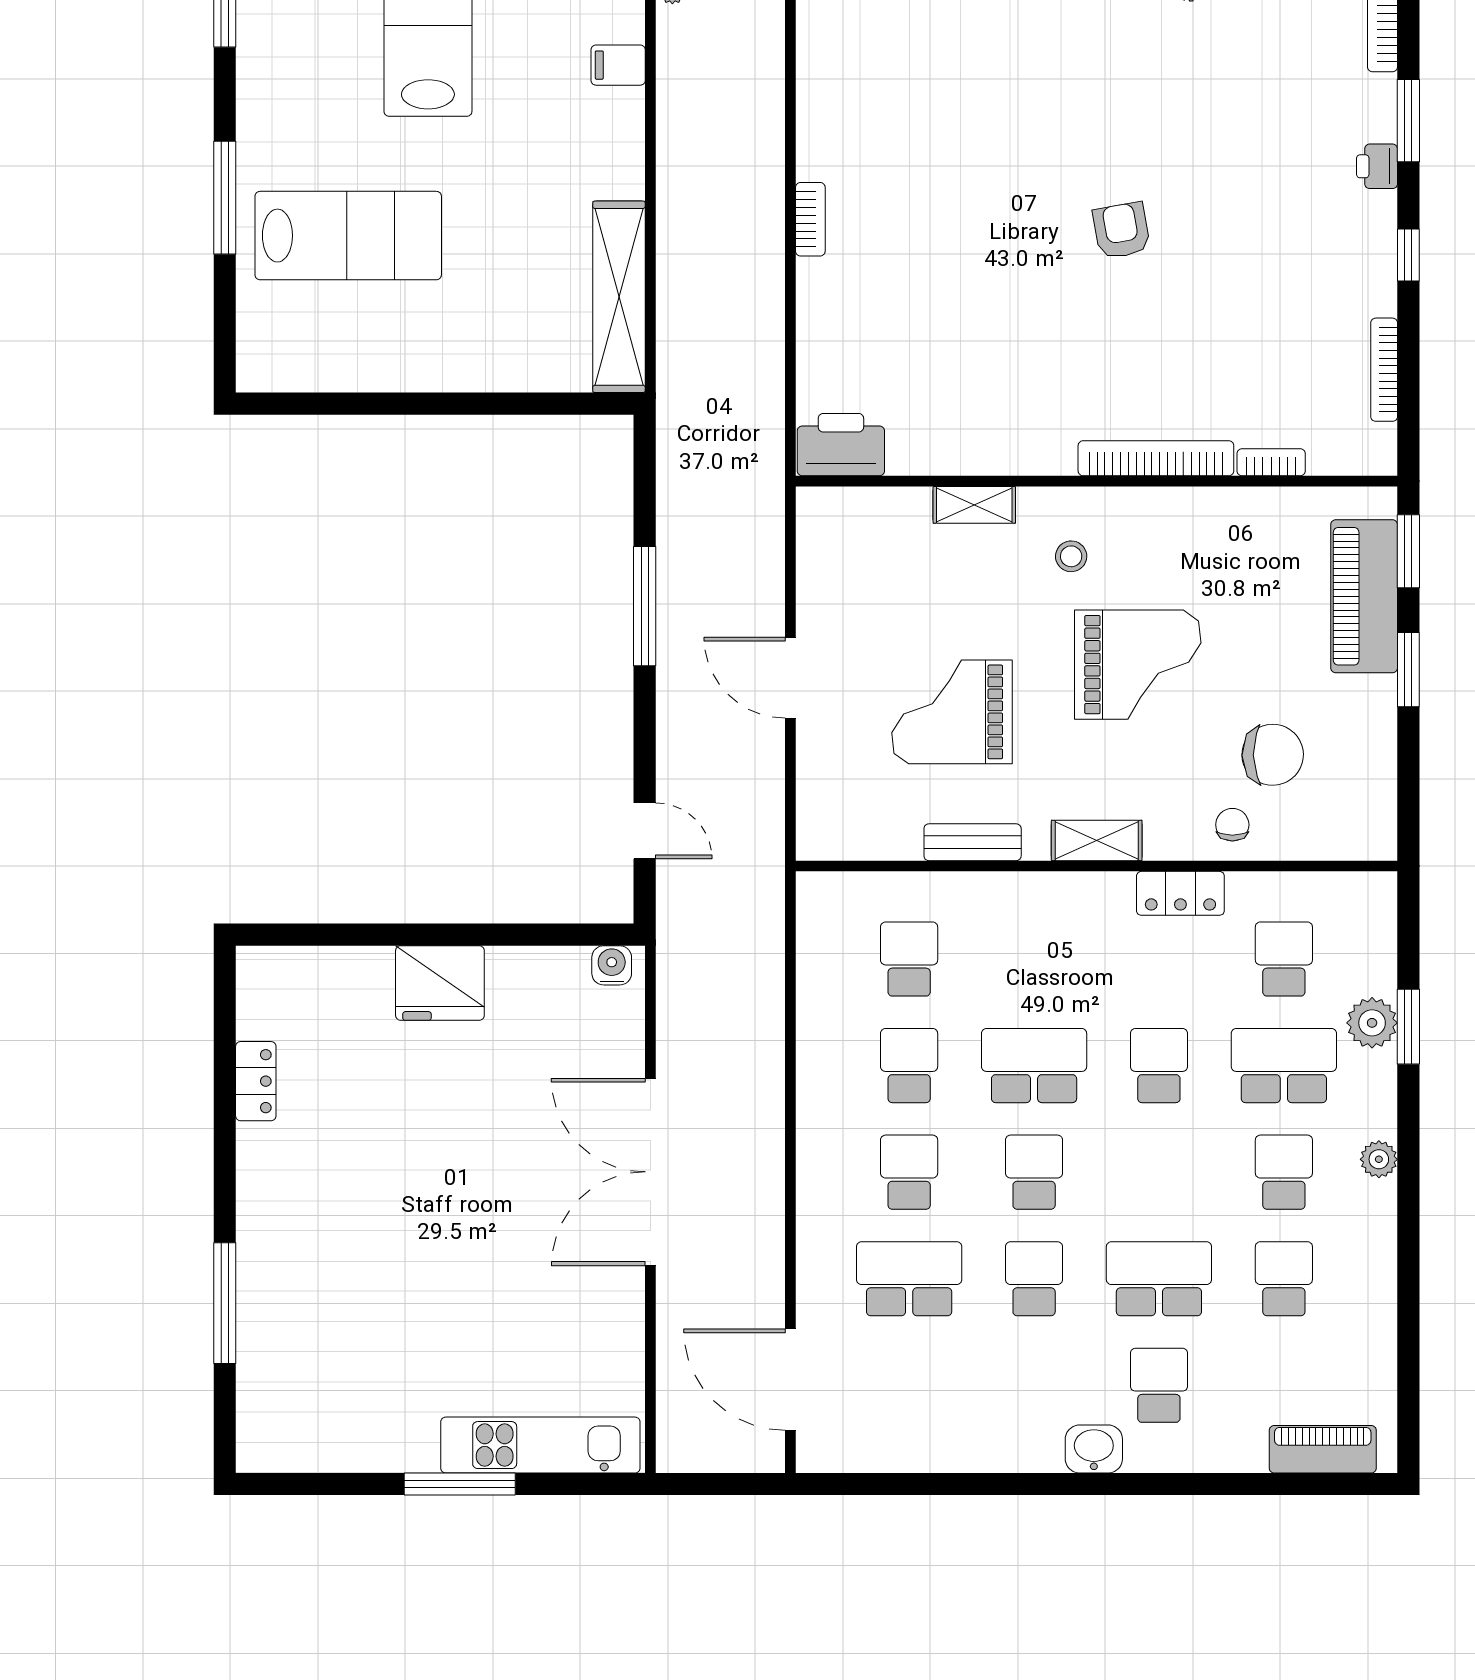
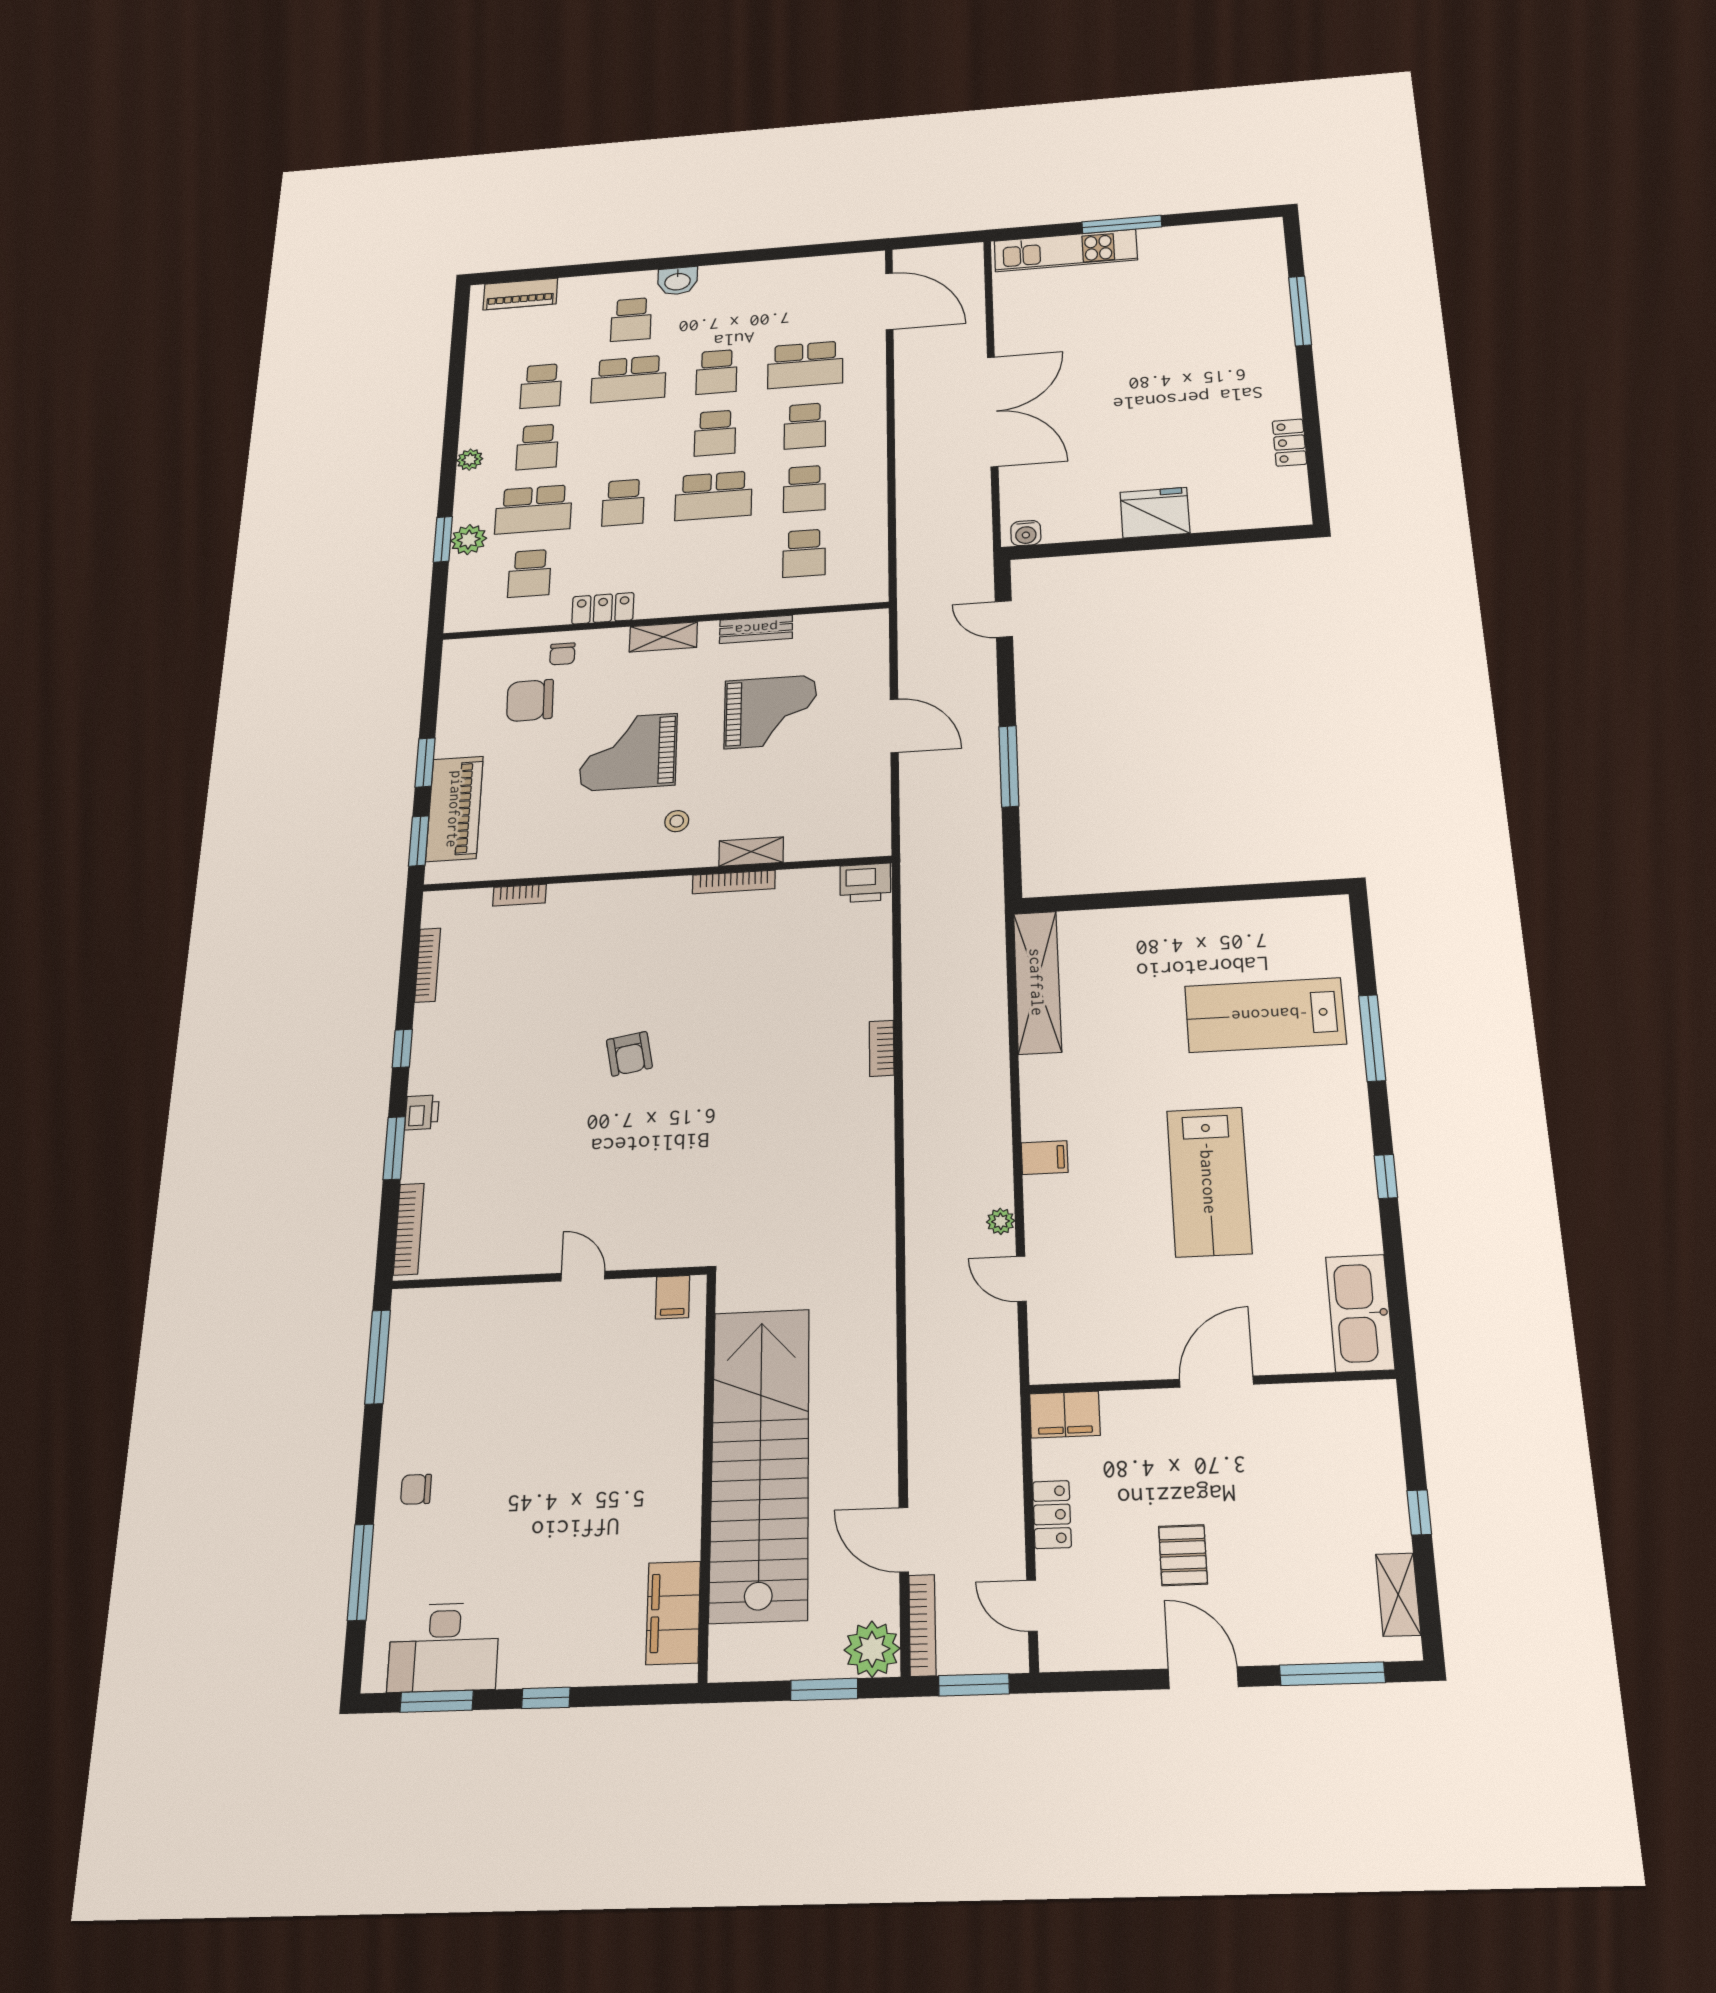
printer: (841, 445) -> (865, 883), width x0.73, depth x0.84
bookcase: (1156, 458) -> (734, 882), moved, width x0.68, depth x0.76

